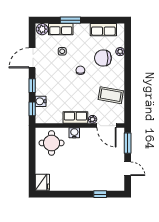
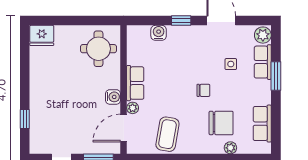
chair: (103, 58) -> (221, 123), turned 90
window: (32, 109) -> (148, 20), removed
water cooler: (74, 133) -> (113, 97), moved

